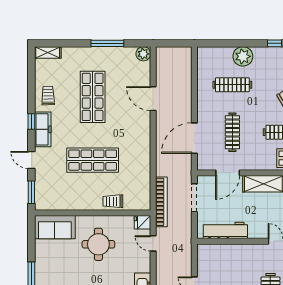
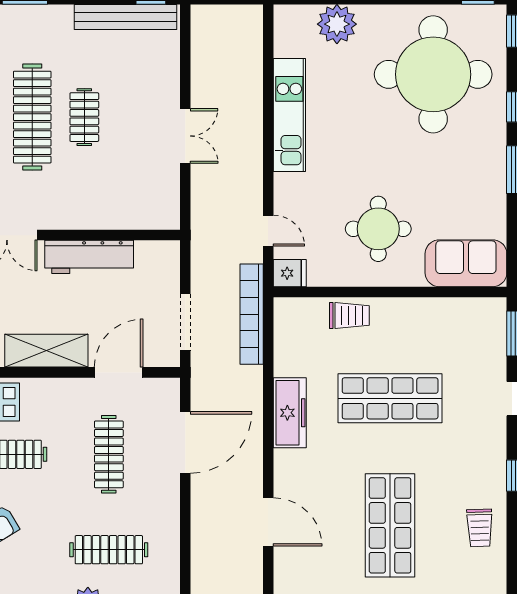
freezer: (43, 129) -> (290, 413), moved, turned 180
workbench: (225, 230) -> (89, 257), moved

